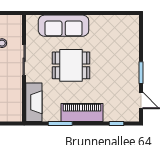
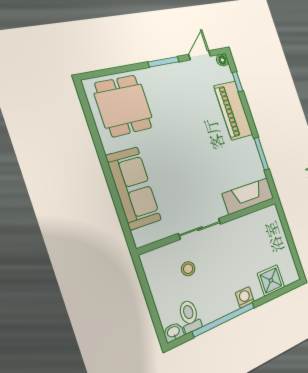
dining table: (71, 65) -> (124, 106), moved
piano: (82, 113) -> (233, 110), moved
floor lamp: (135, 117) -> (222, 60), added

